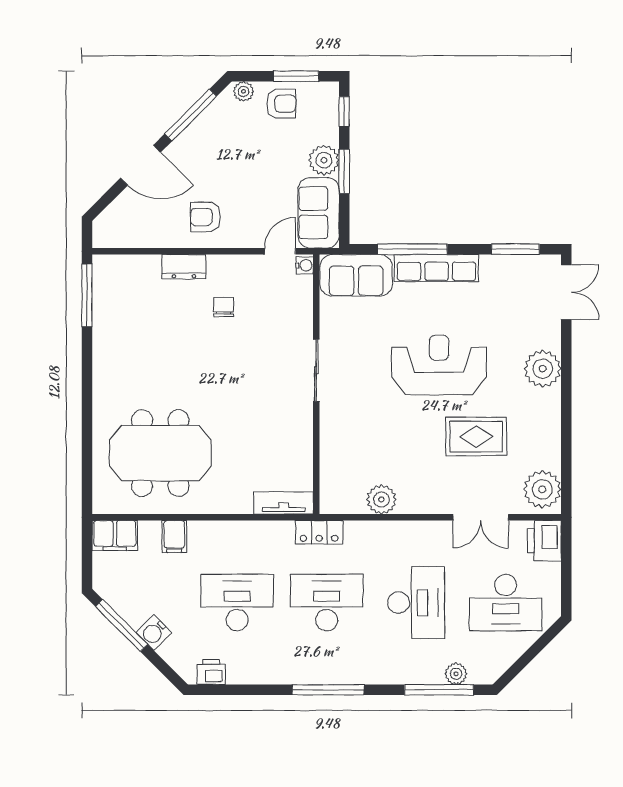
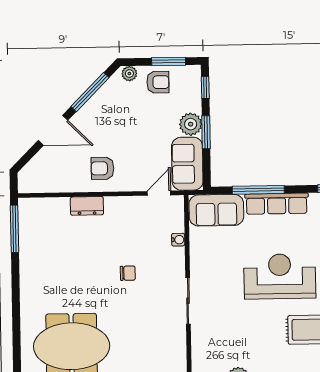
water cooler: (305, 265) -> (178, 240), moved
chair: (224, 307) -> (128, 273), moved, turned 90
sliding door: (316, 370) -> (188, 301), moved

